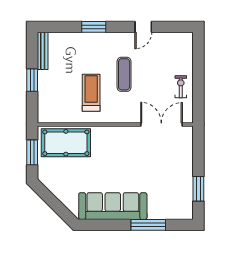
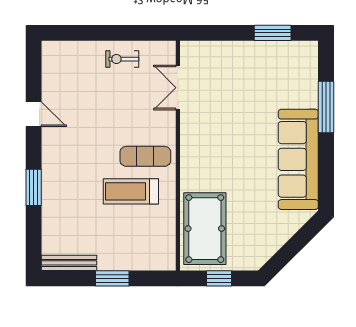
exercise mat: (124, 74) -> (145, 156), moved
double door: (161, 124) -> (178, 88), width x0.73
window: (32, 152) -> (219, 278), width x0.67

